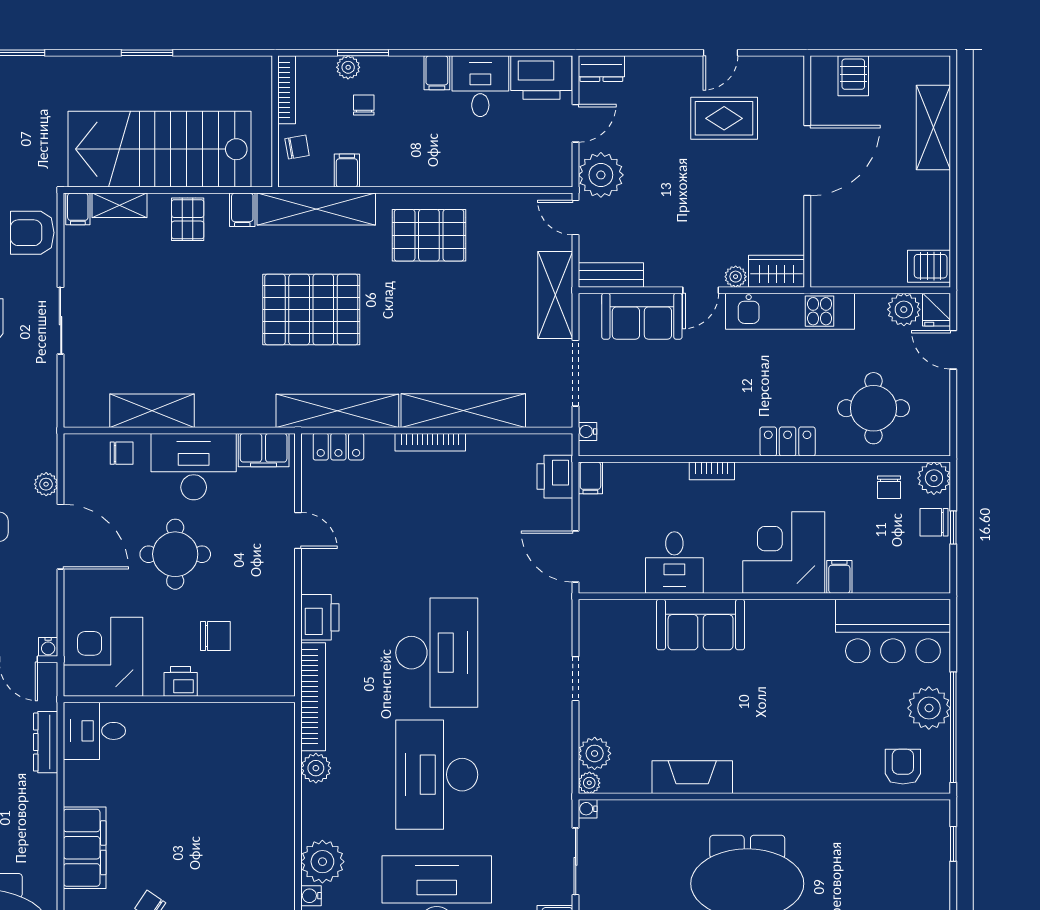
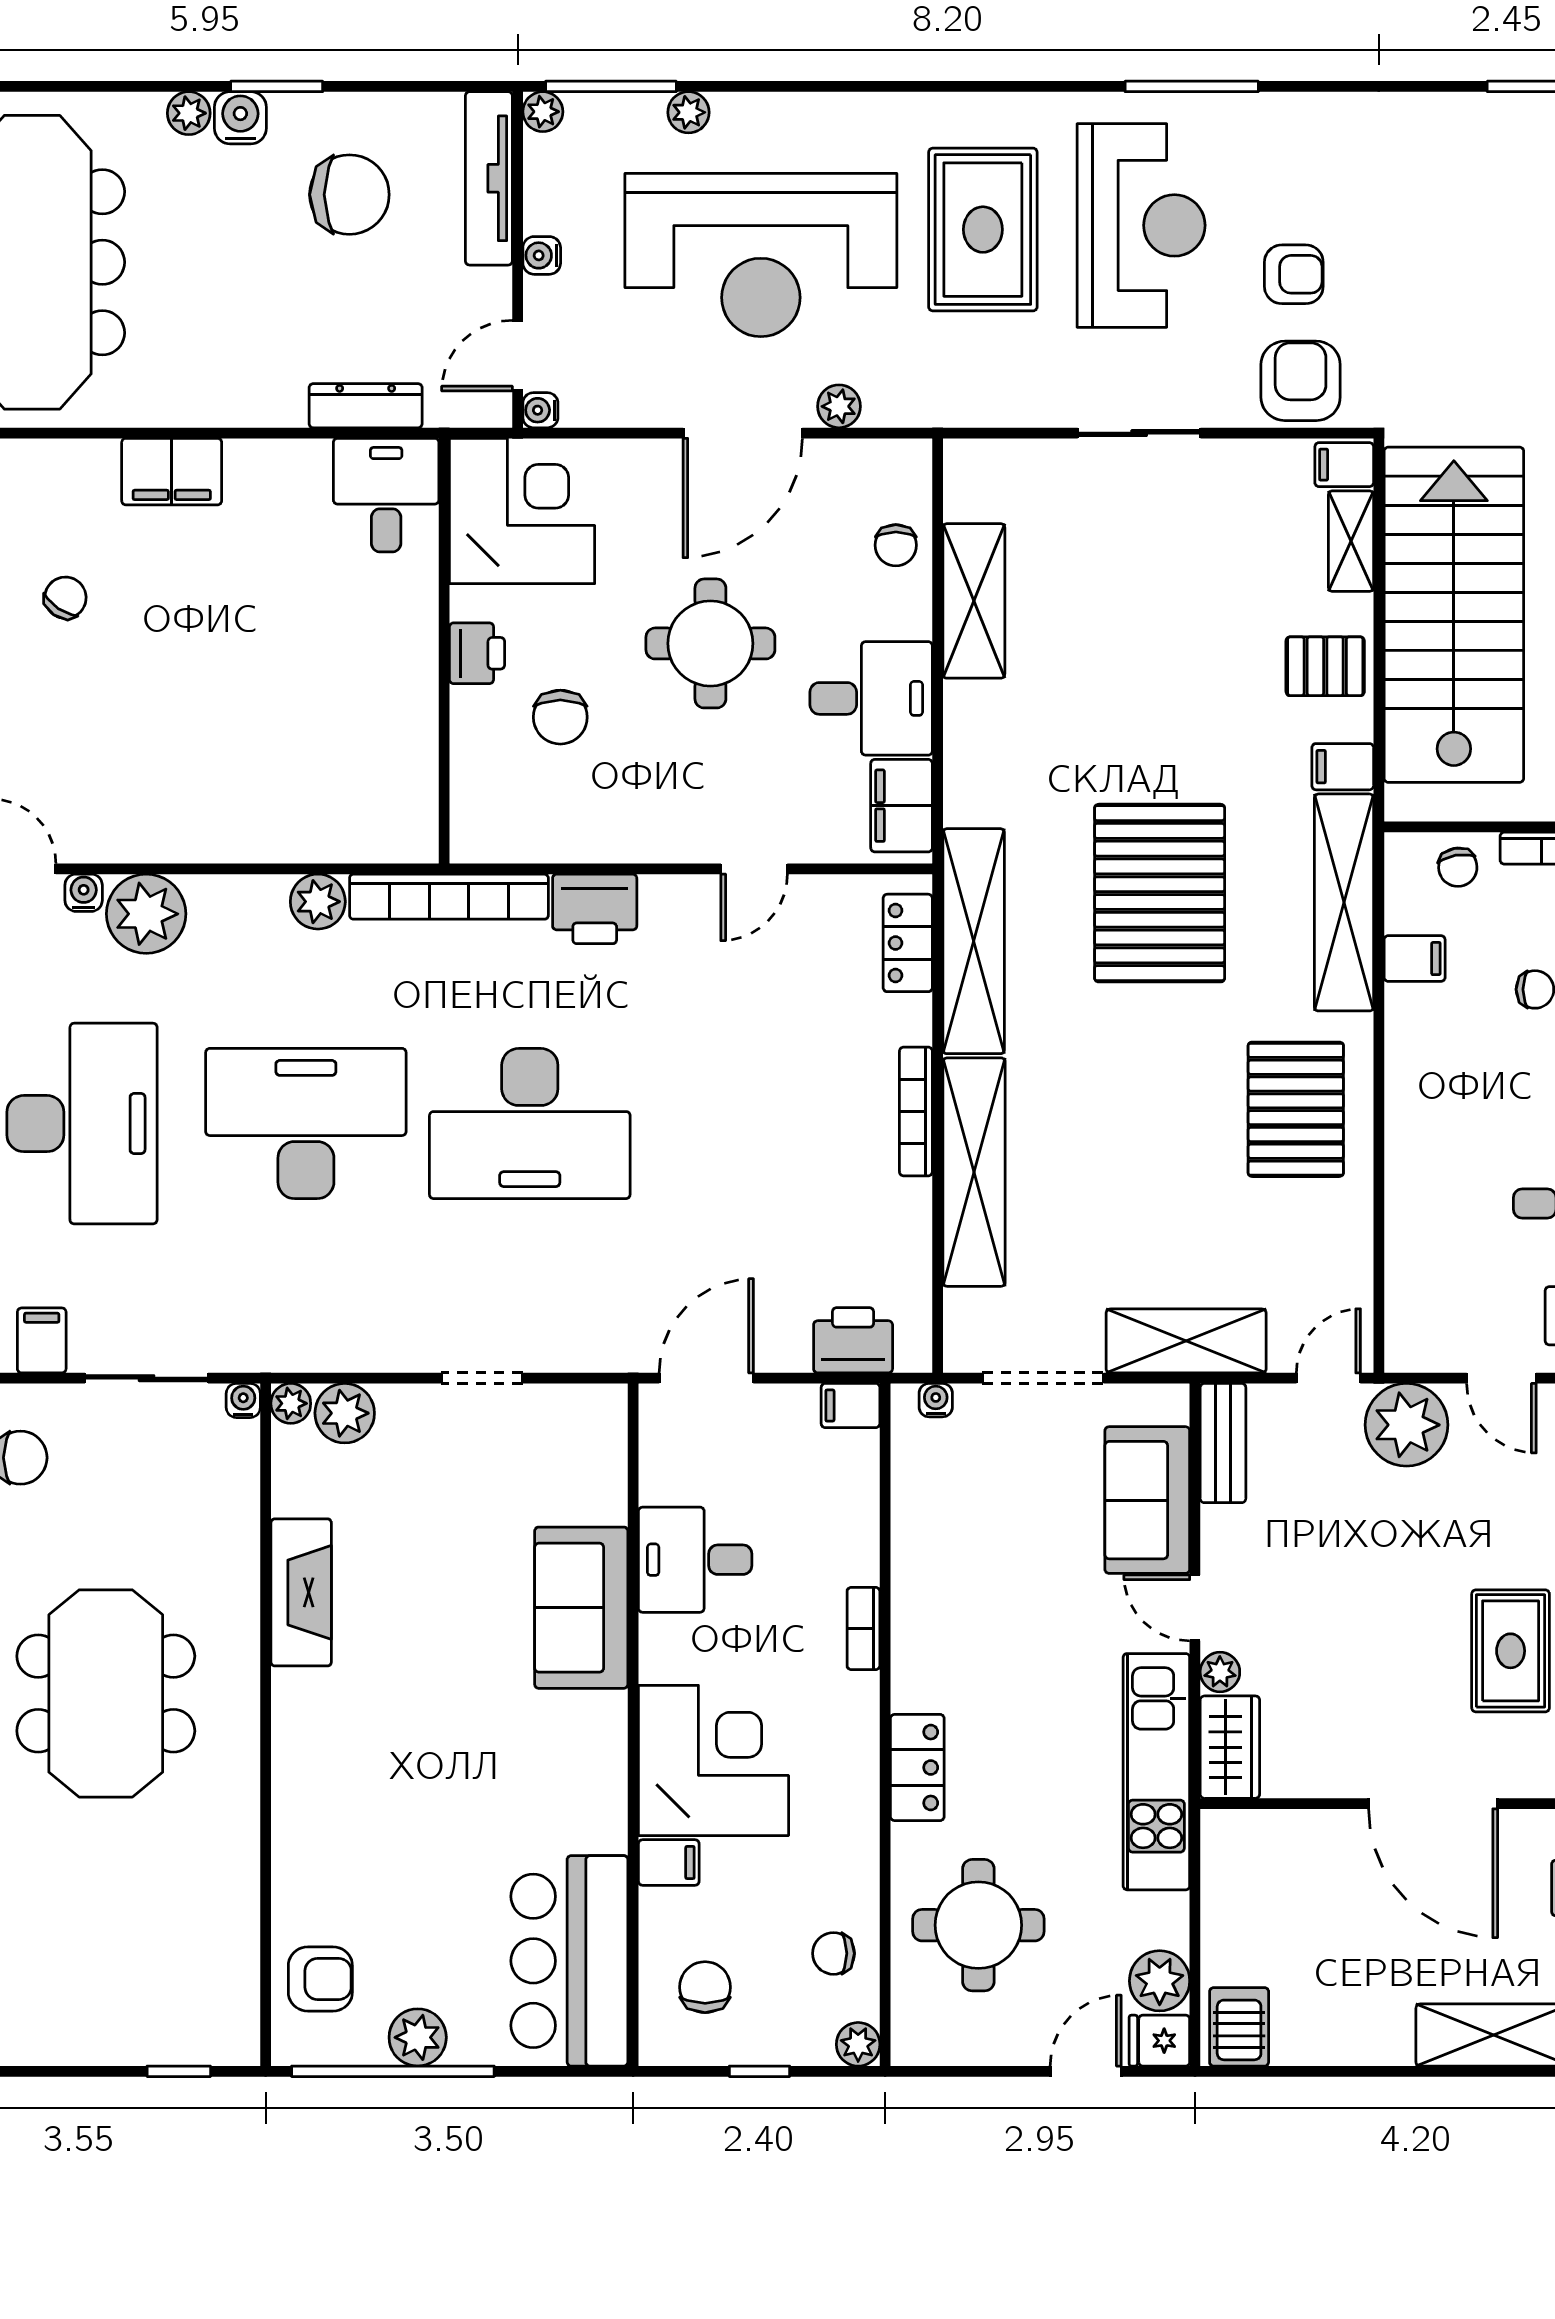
desk: (194, 467) -> (871, 698), width x0.73
plant: (934, 478) -> (858, 2044), width x0.73, depth x0.73
chair: (934, 522) -> (705, 1987), moved
plant: (929, 708) -> (418, 2037), width x0.73, depth x0.73
filing cabinet: (85, 848) -> (172, 472), width x0.67, depth x0.86

